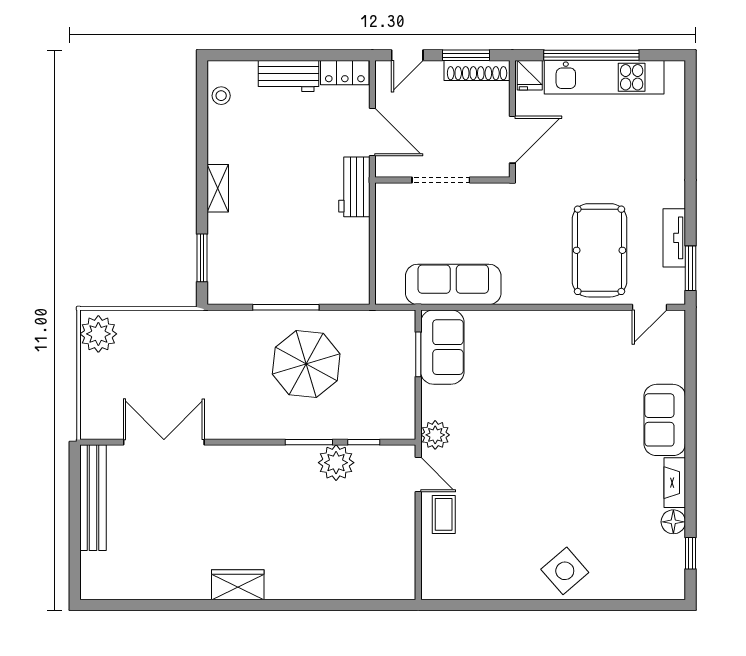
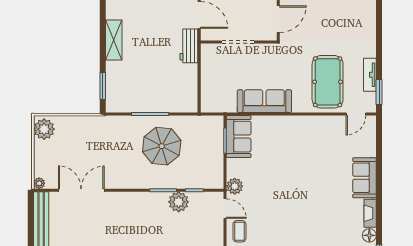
shelving: (218, 188) -> (114, 40), width x1.50, depth x1.33
sofa: (453, 284) -> (264, 101), moved
plant: (90, 430) -> (39, 183), added

